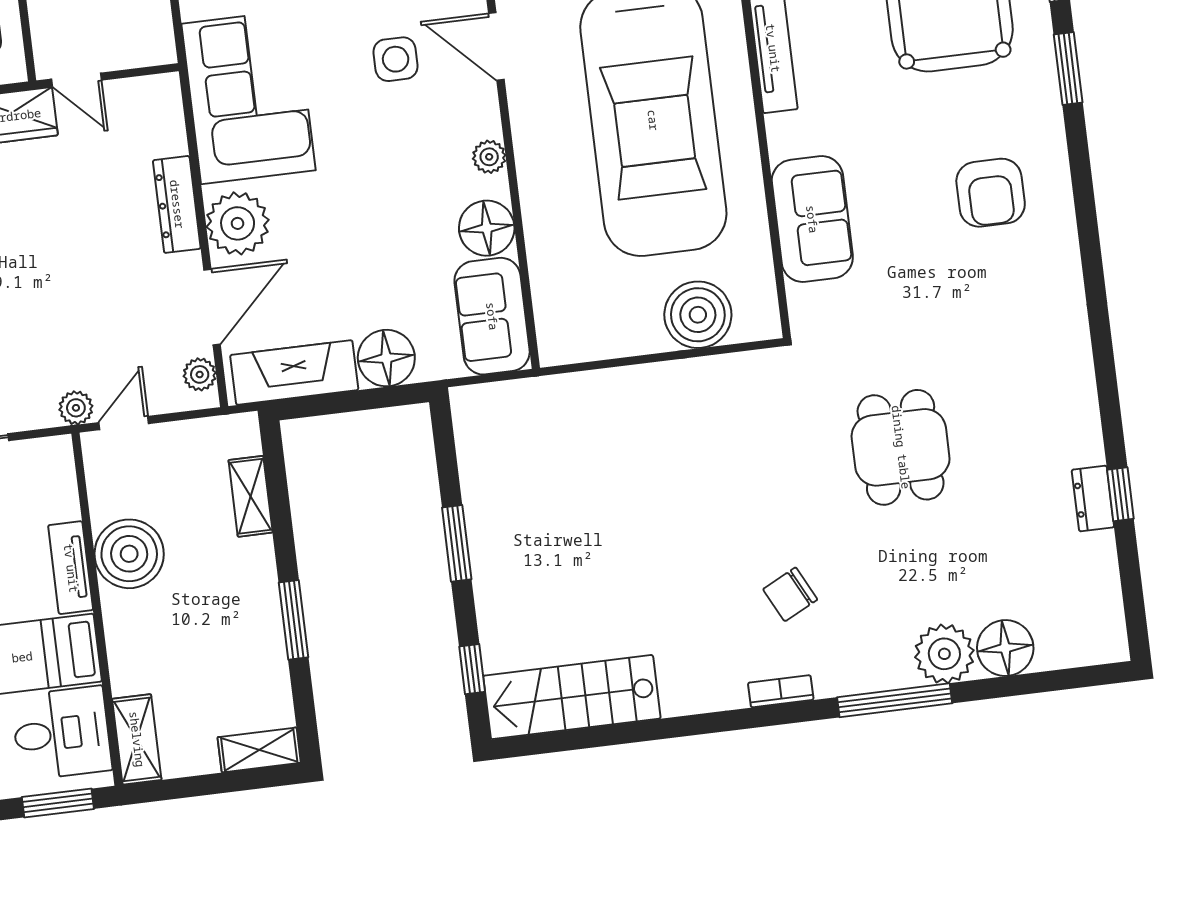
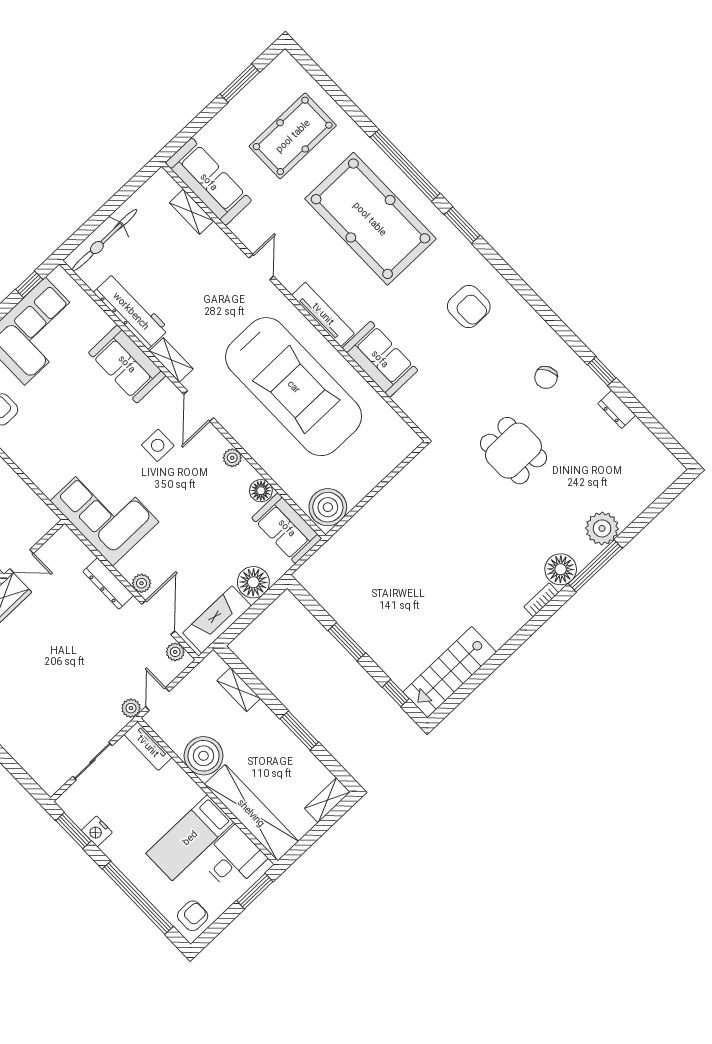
door: (496, 47) -> (199, 406), hinge flipped
sofa: (812, 219) -> (380, 359), moved
plant: (238, 223) -> (142, 583), width x0.53, depth x0.53
floor lamp: (487, 228) -> (261, 491), width x0.73, depth x0.73
boiler: (698, 315) -> (328, 507), moved
window: (1120, 494) -> (602, 371), moved
tv unit: (71, 568) -> (148, 746), moved
chair: (790, 594) -> (546, 377), moved
floor lamp: (1005, 648) -> (561, 569), moved
shelving: (137, 739) -> (251, 813), width x2.20, depth x1.33

